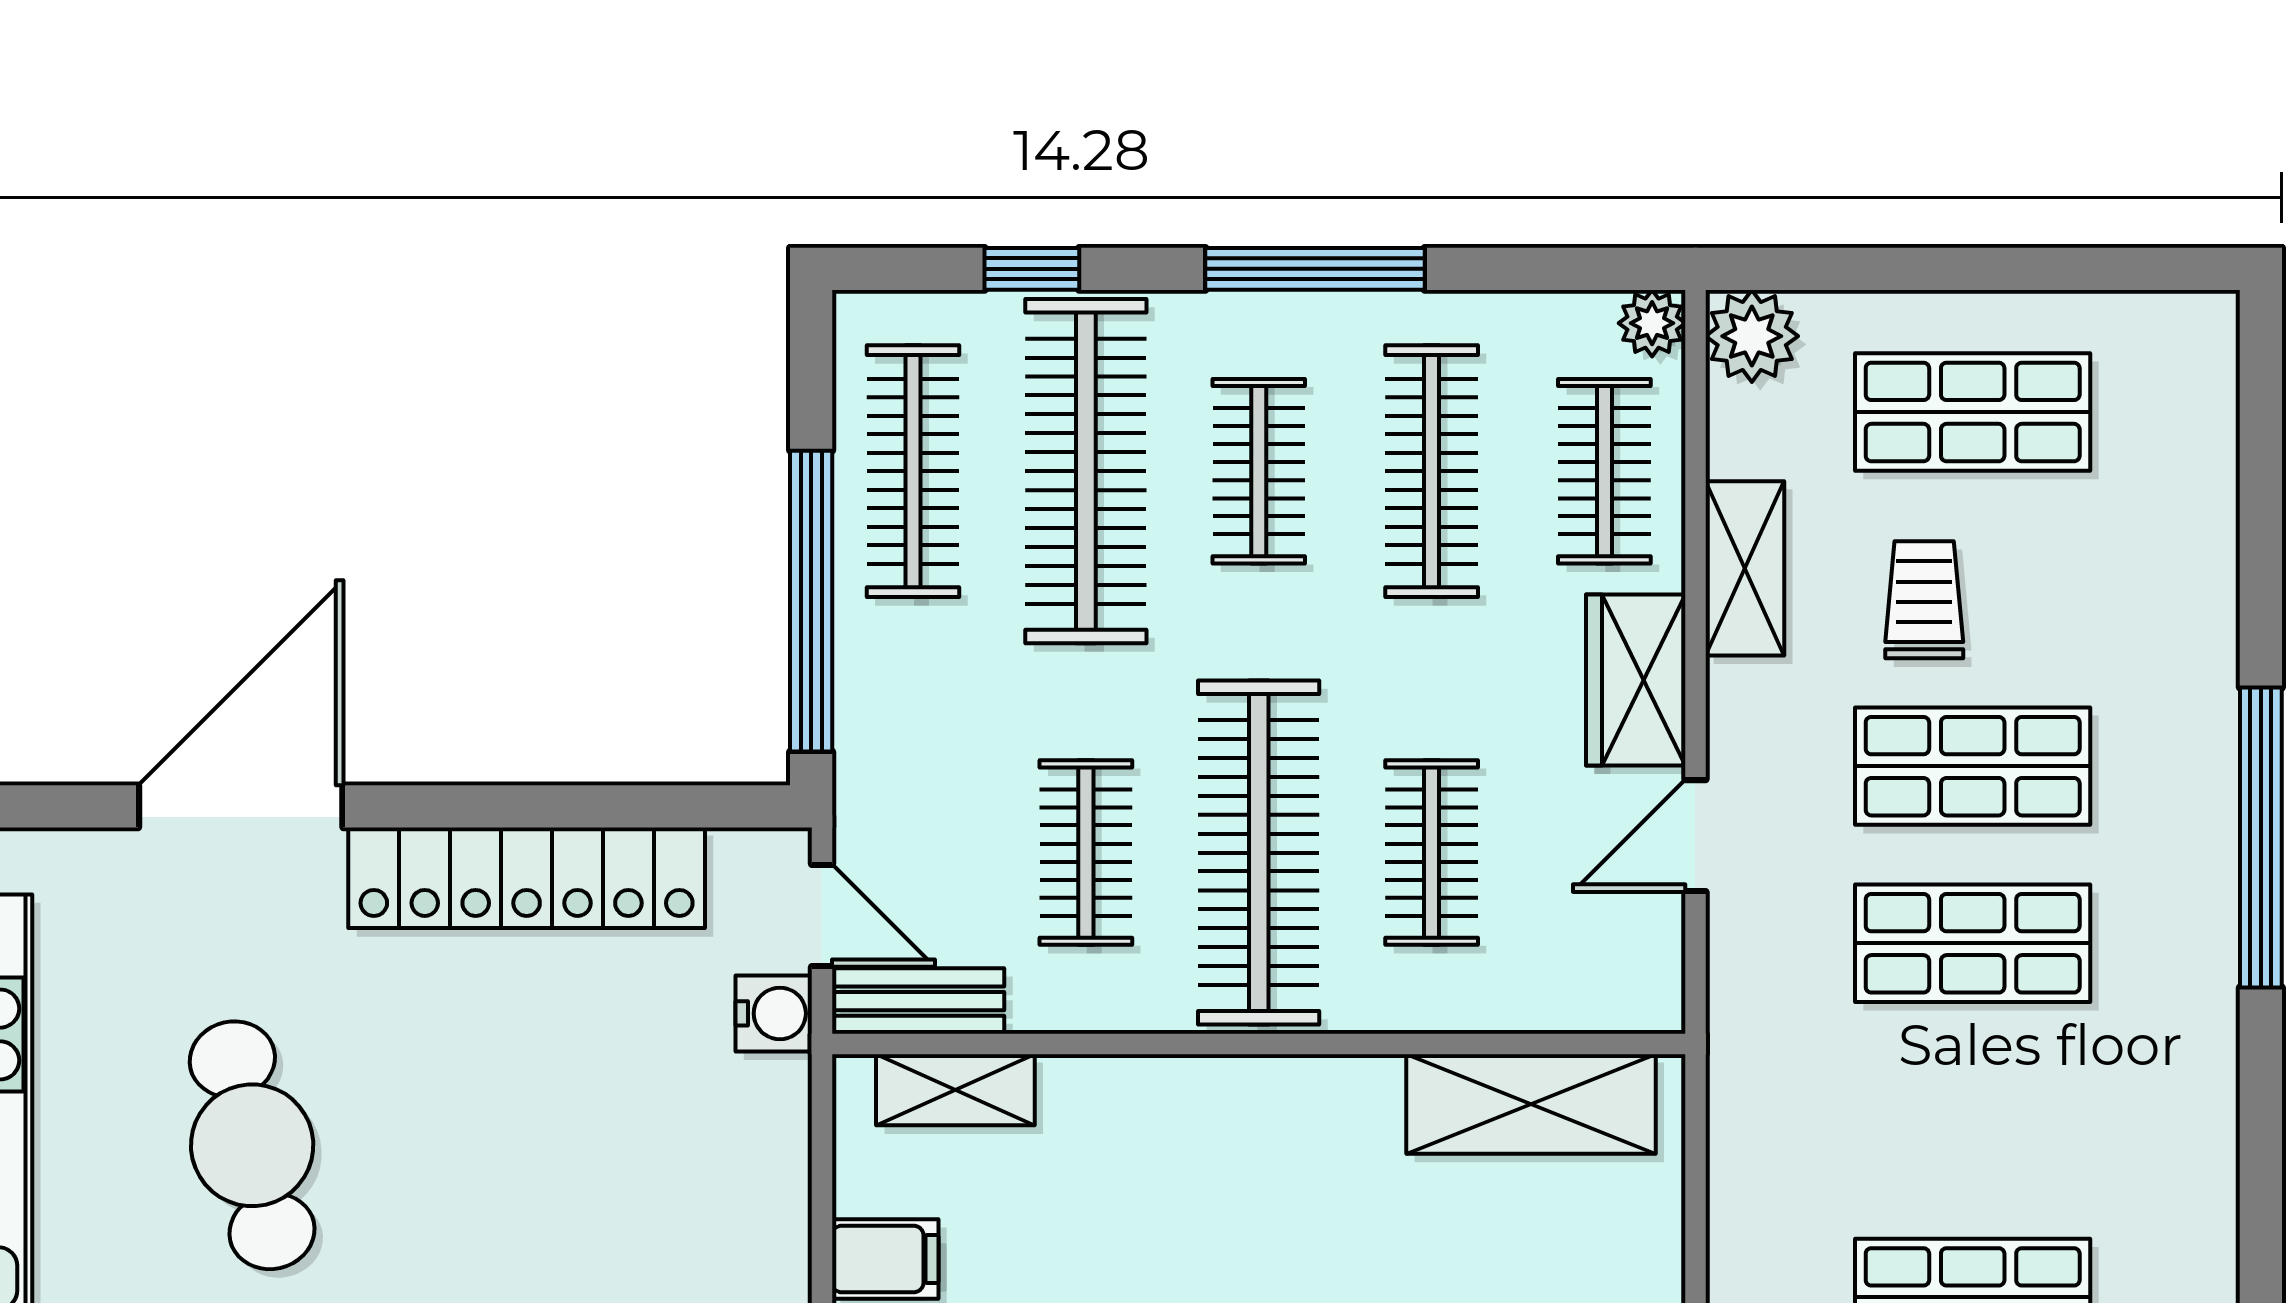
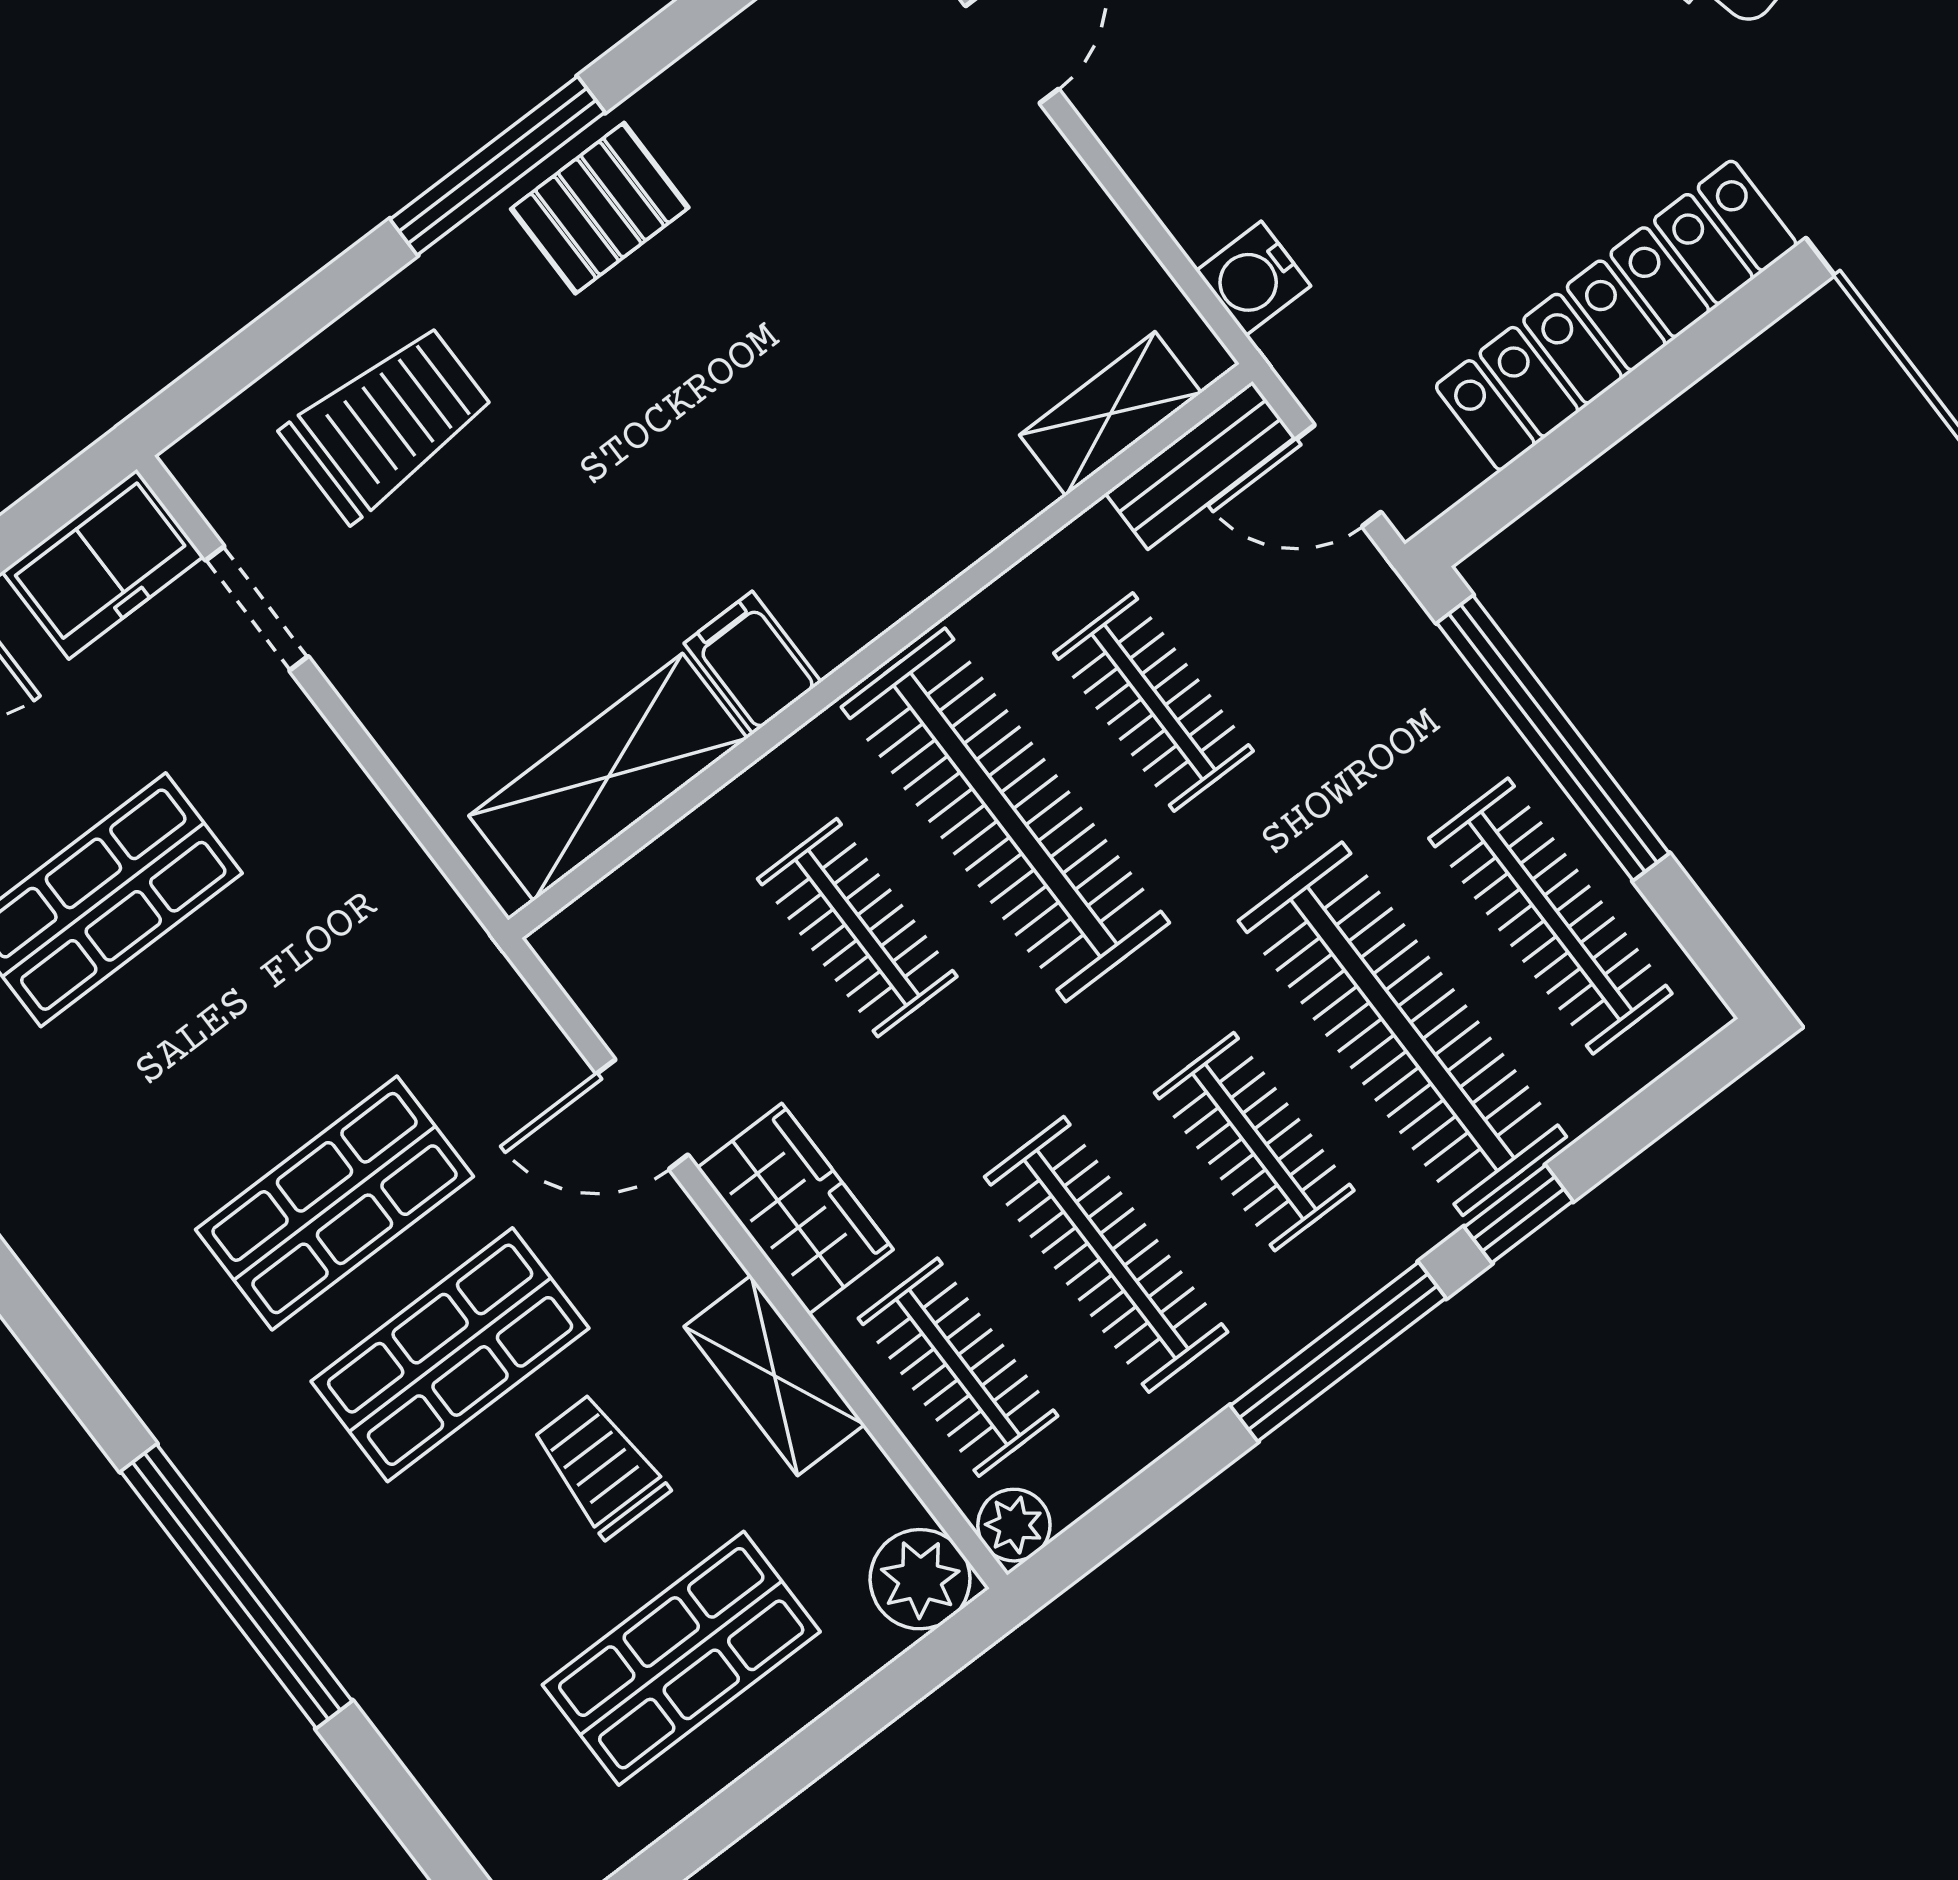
window: (1032, 269) -> (1519, 1214), moved
trolley: (1924, 600) -> (600, 1466), turned 180
door: (1695, 836) -> (642, 1114), swing flipped
window: (2261, 837) -> (236, 1586), moved
water cooler: (774, 1013) -> (1253, 278), moved
filing cabinet: (885, 1259) -> (753, 663), moved, turned 90

